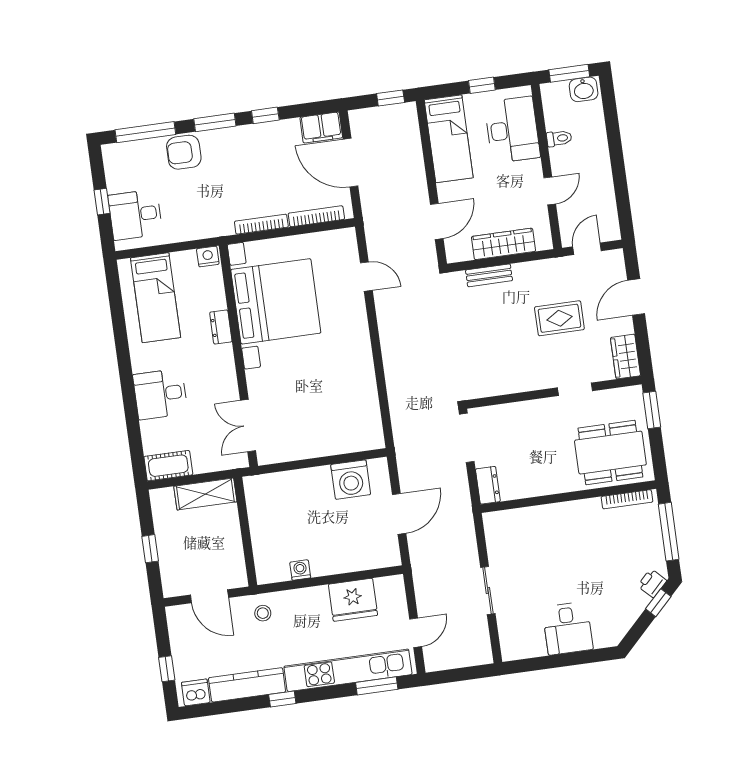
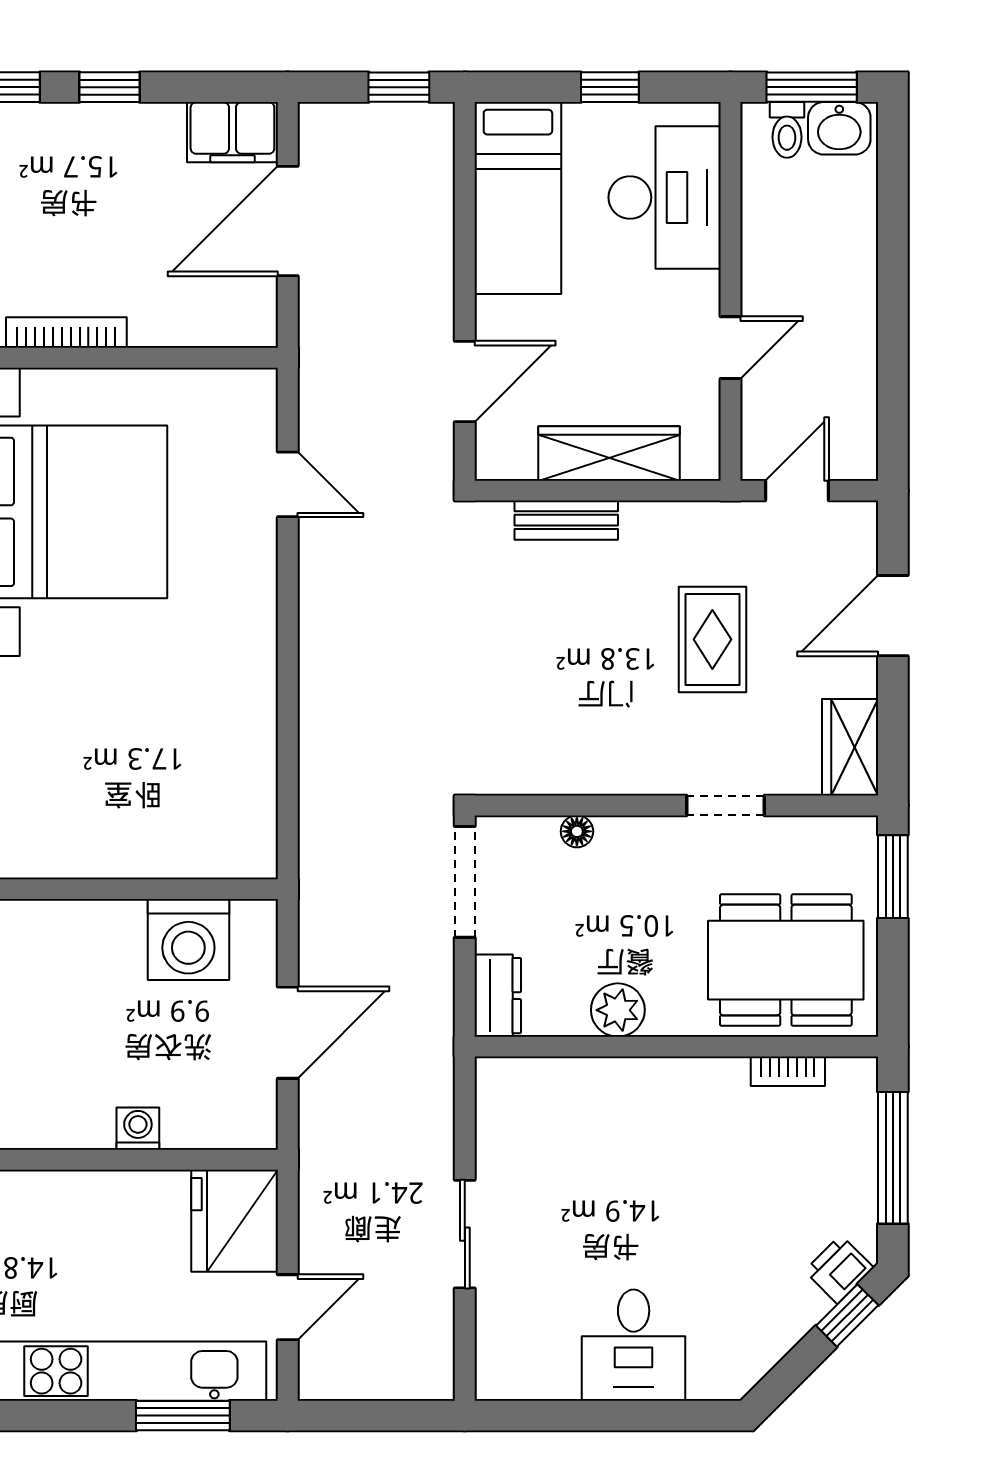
toilet: (559, 138) -> (787, 130), moved, turned 90
door: (350, 163) -> (288, 221), hinge flipped
bookcase: (316, 216) -> (193, 332), removed
rug: (559, 318) -> (712, 639), turned 90
floor lamp: (512, 409) -> (577, 831), added
plant: (541, 484) -> (618, 1010), added
bookcase: (627, 499) -> (788, 1071), width x0.64
washing machine: (300, 570) -> (138, 1129), moved
fridge: (353, 600) -> (235, 1221), moved, turned 90

